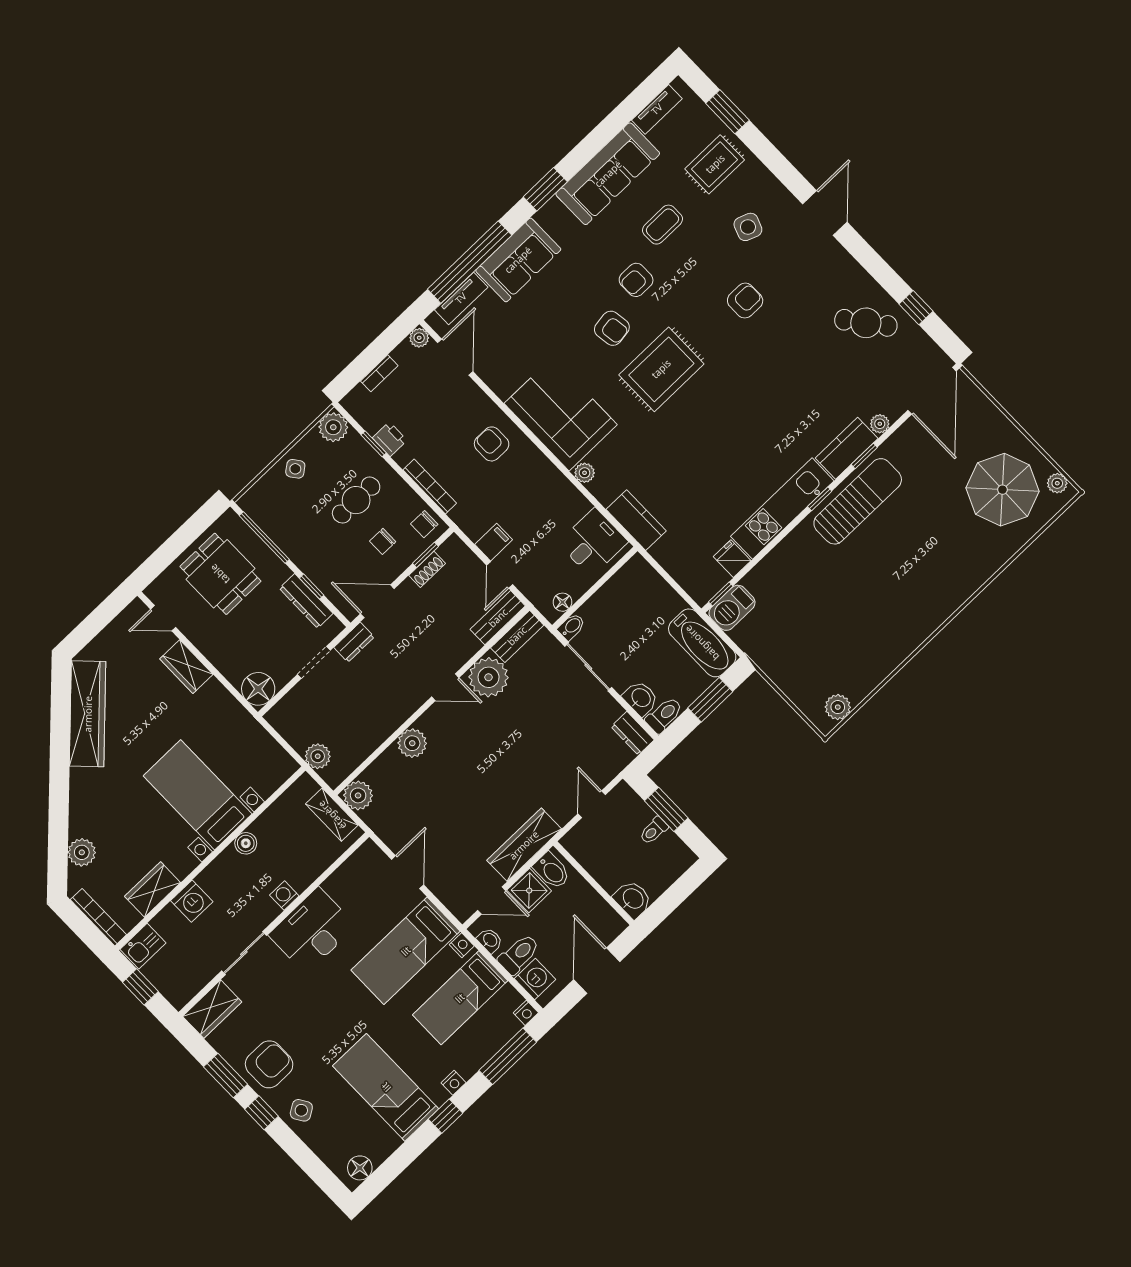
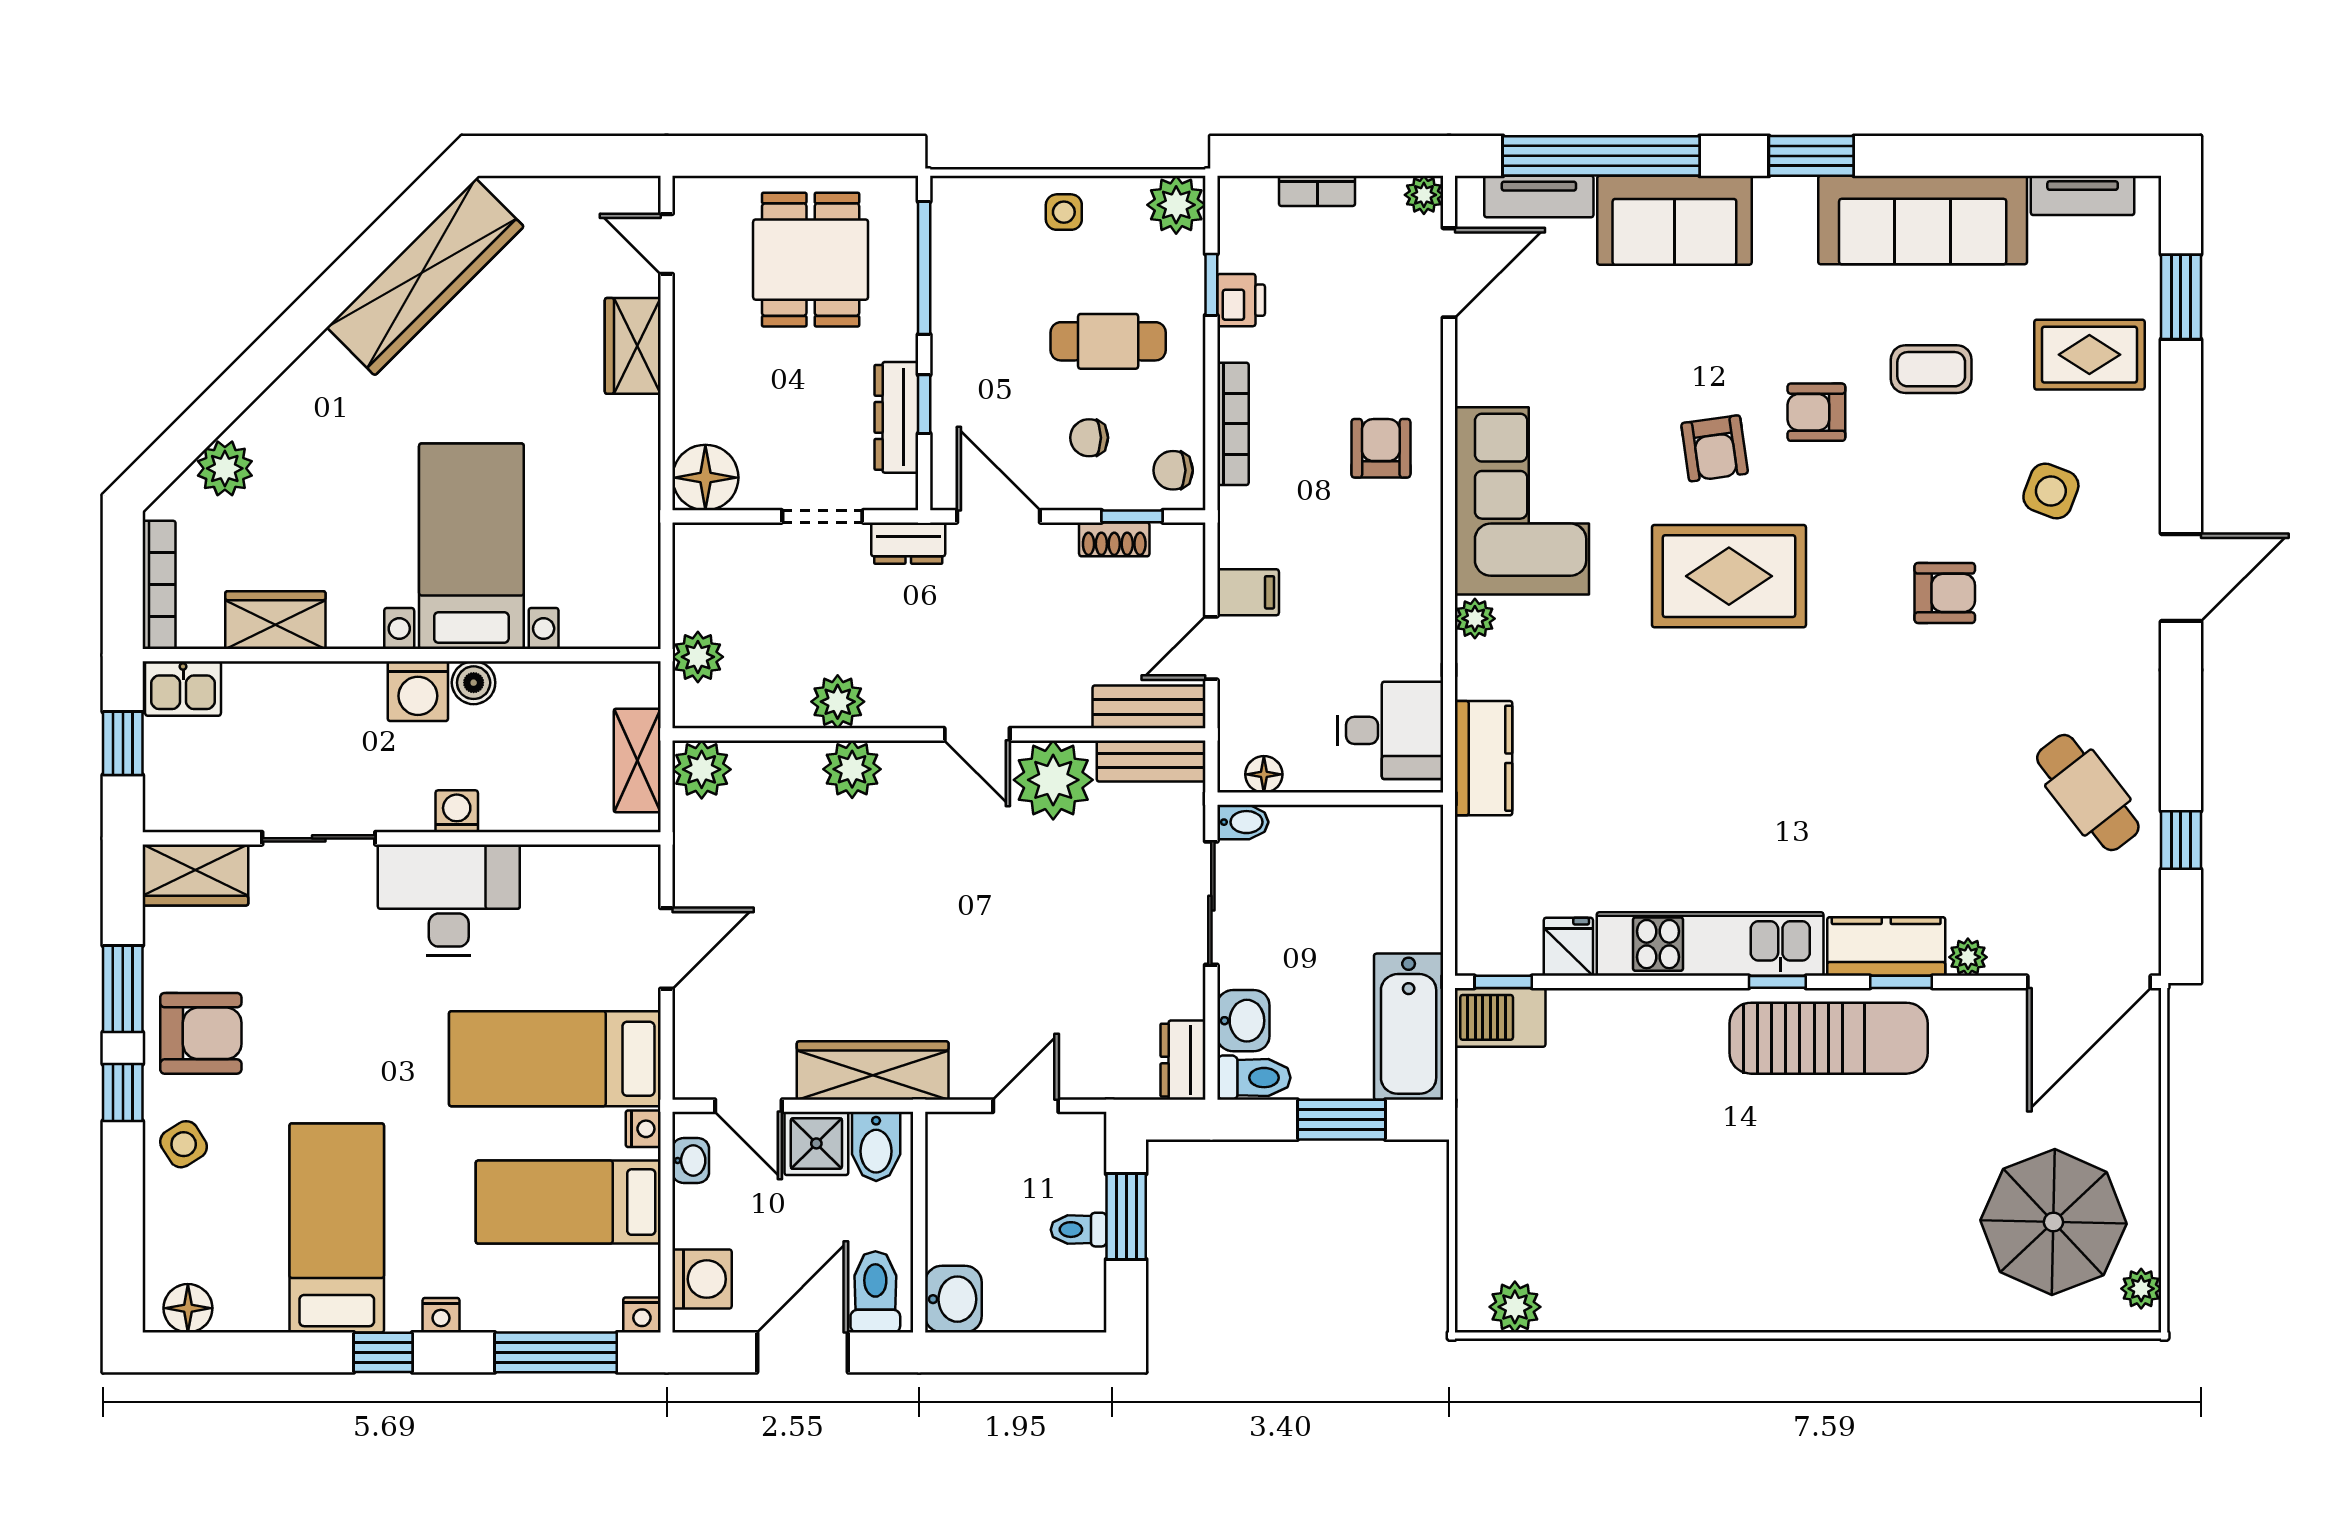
side table: (295, 469) -> (1064, 212), turned 37
plant: (384, 724) -> (838, 702), added
washing machine: (192, 901) -> (418, 691), moved
toilet: (519, 954) -> (875, 1292), moved, turned -90

